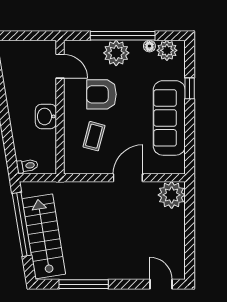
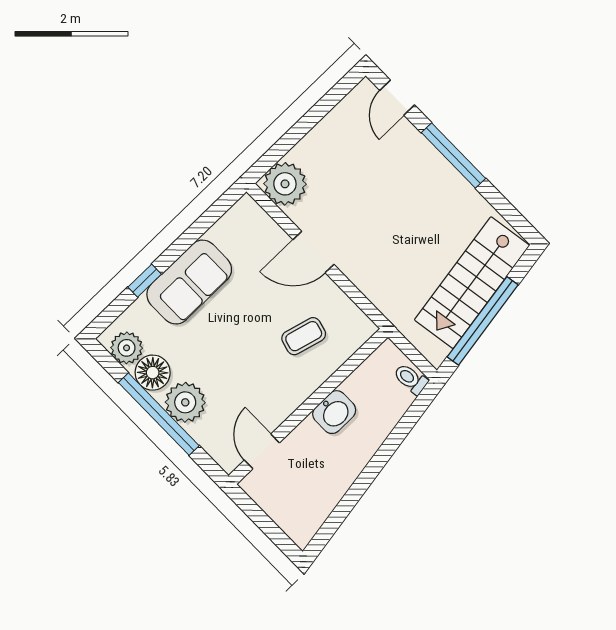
floor lamp: (149, 46) -> (153, 373), width x1.89, depth x1.89
armchair: (102, 94) -> (248, 373), removed
sofa: (169, 118) -> (189, 282), width x0.73
window: (84, 284) -> (453, 156), moved

